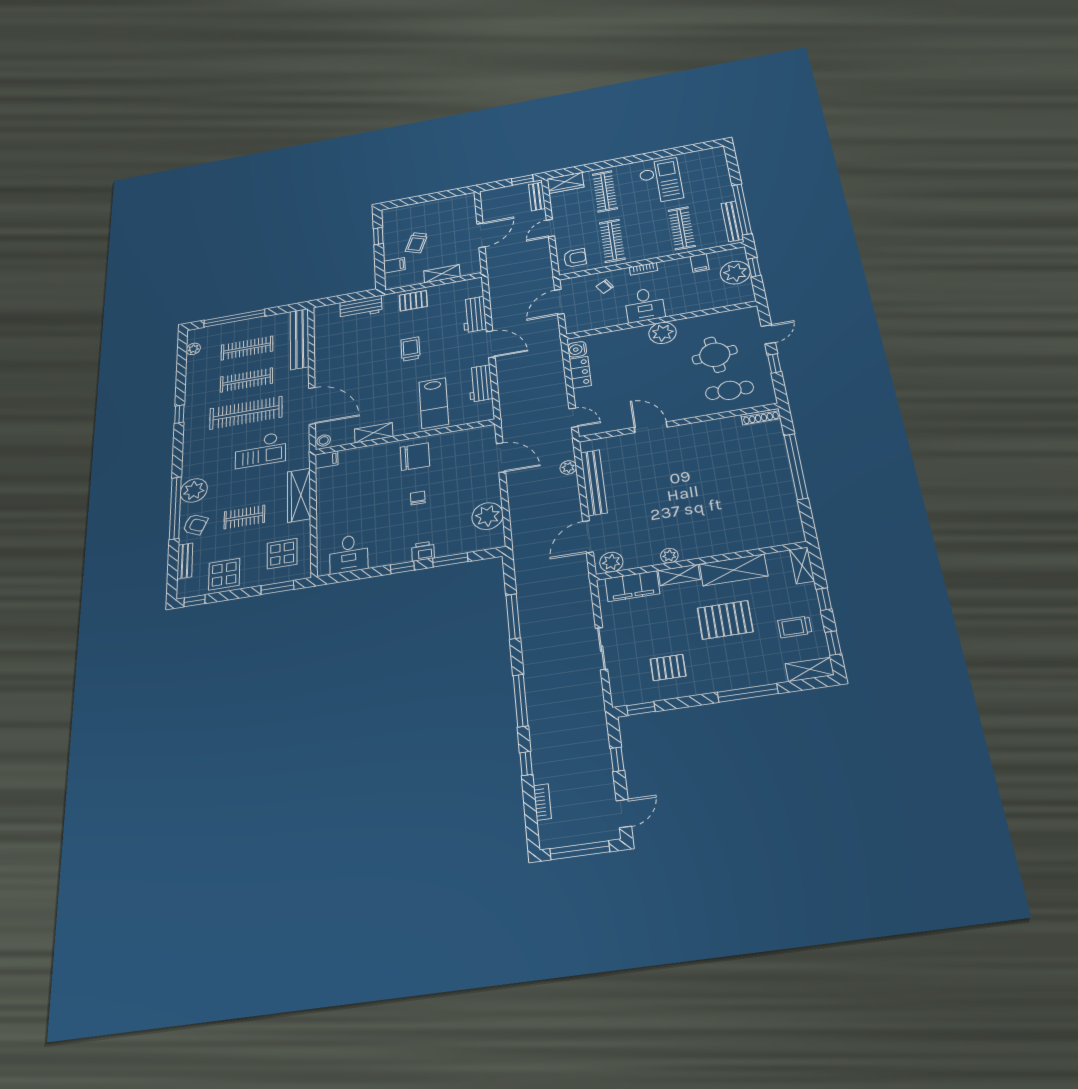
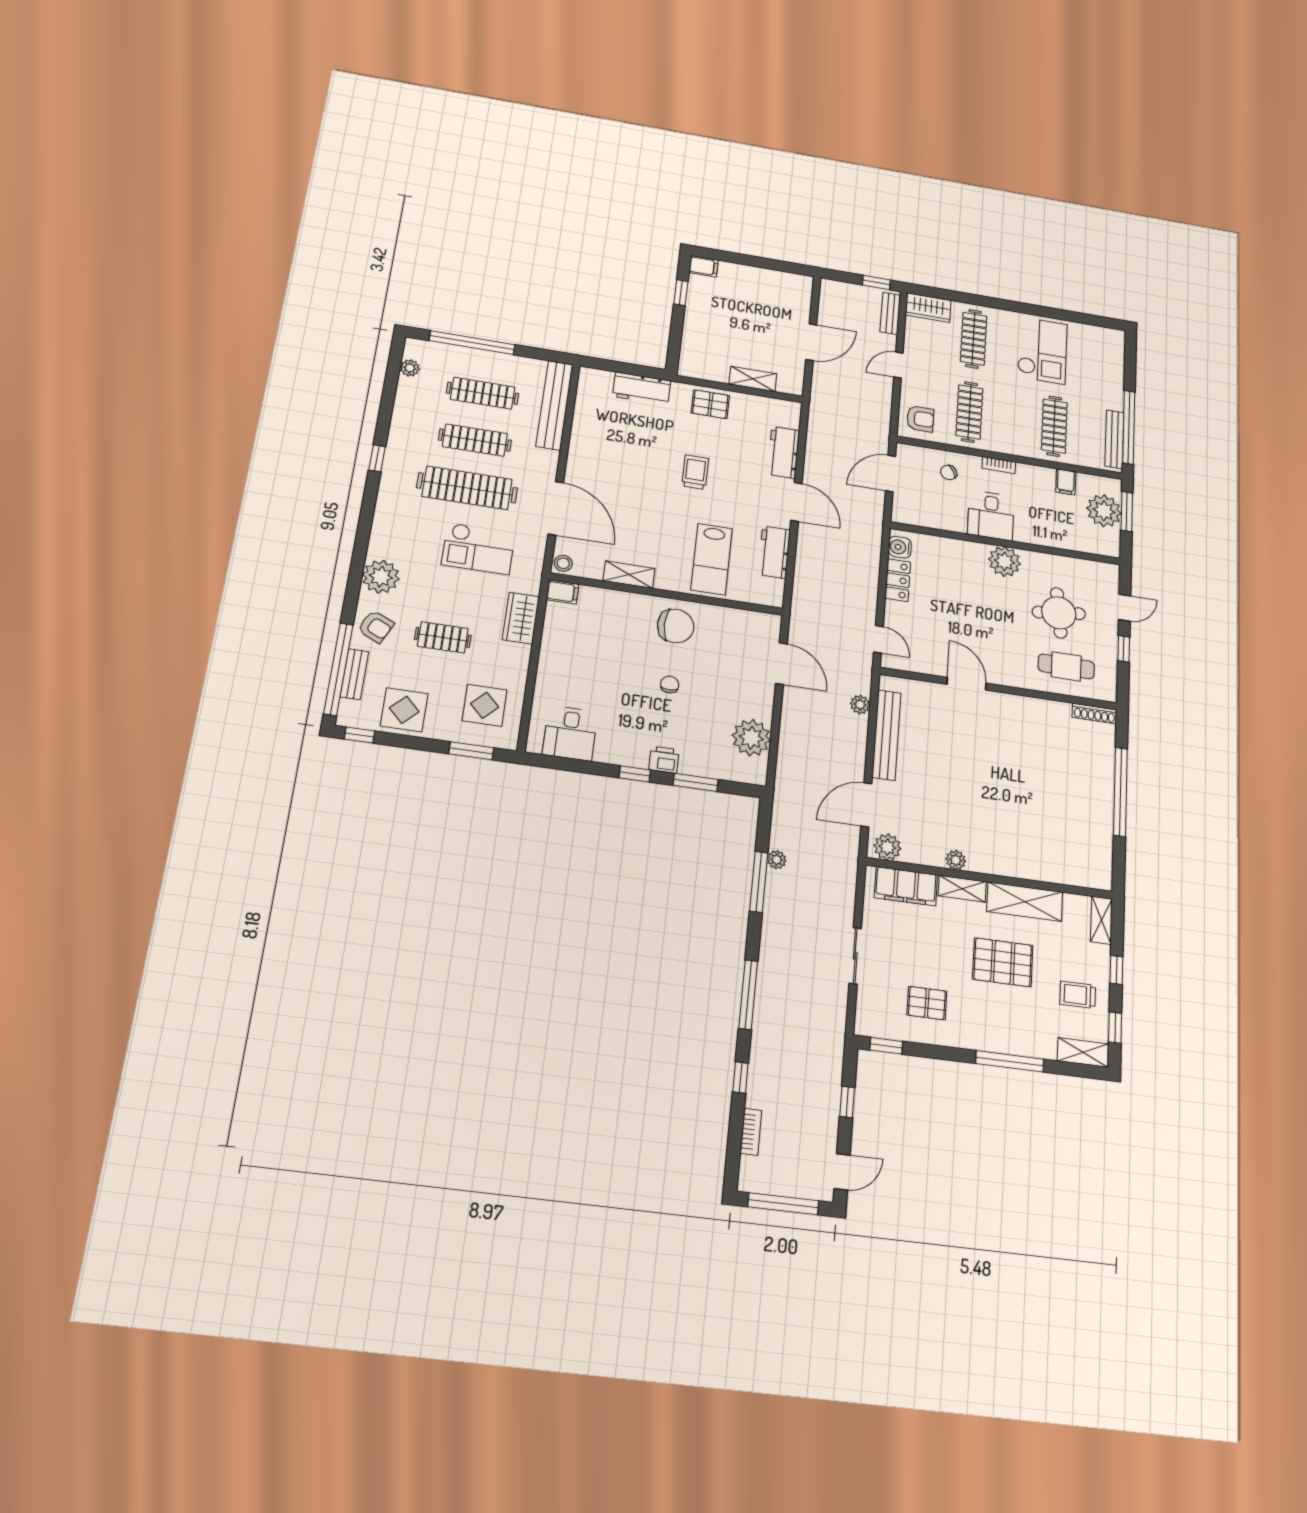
trolley: (417, 243) -> (728, 322), removed
filing cabinet: (394, 265) -> (704, 266), moved
window: (754, 267) -> (1127, 512), width x1.50
wardrobe: (299, 495) -> (521, 618), width x0.67
window: (175, 508) -> (338, 669), moved
plant: (524, 596) -> (777, 860), added

